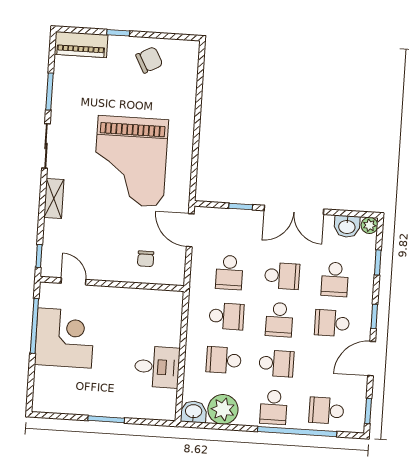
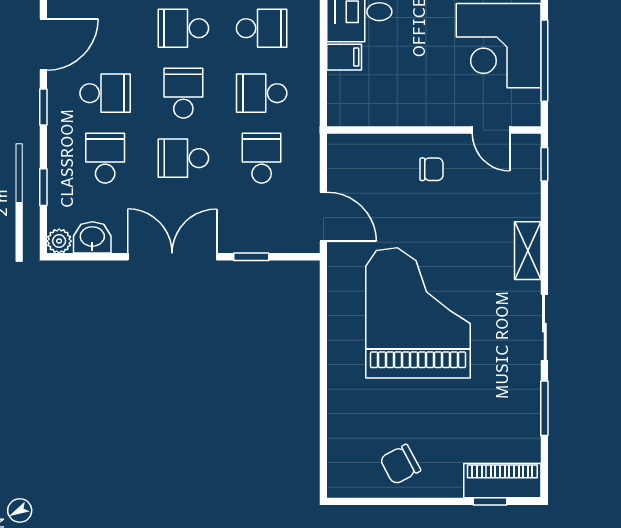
window: (118, 33) -> (490, 501), moved
chair: (146, 259) -> (431, 169), moved, turned 90
filing cabinet: (169, 337) -> (344, 57), added

